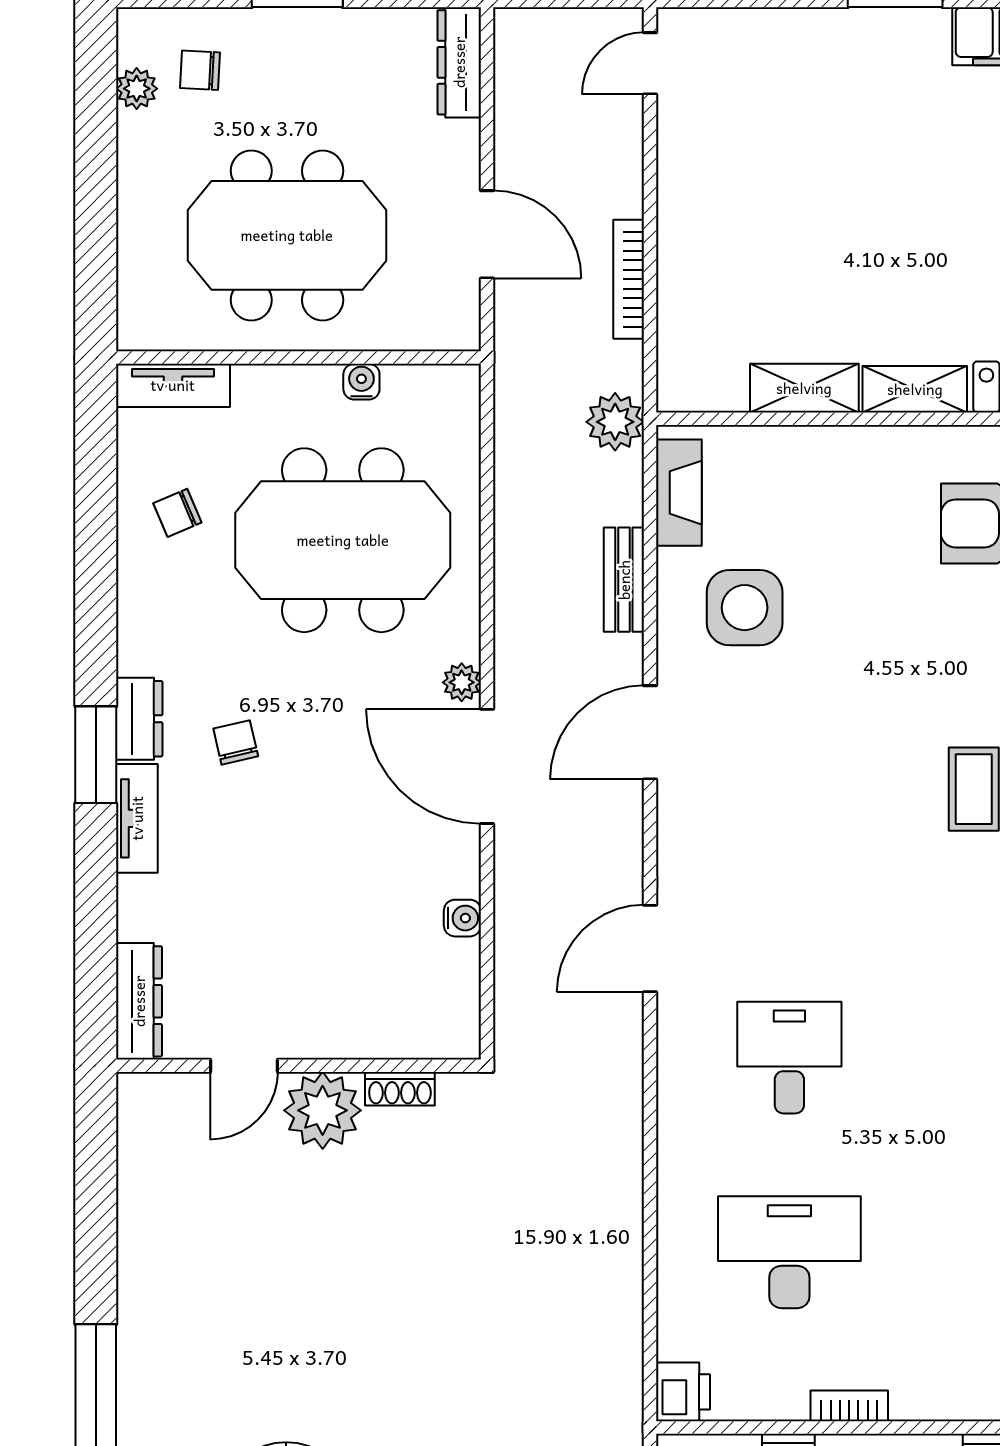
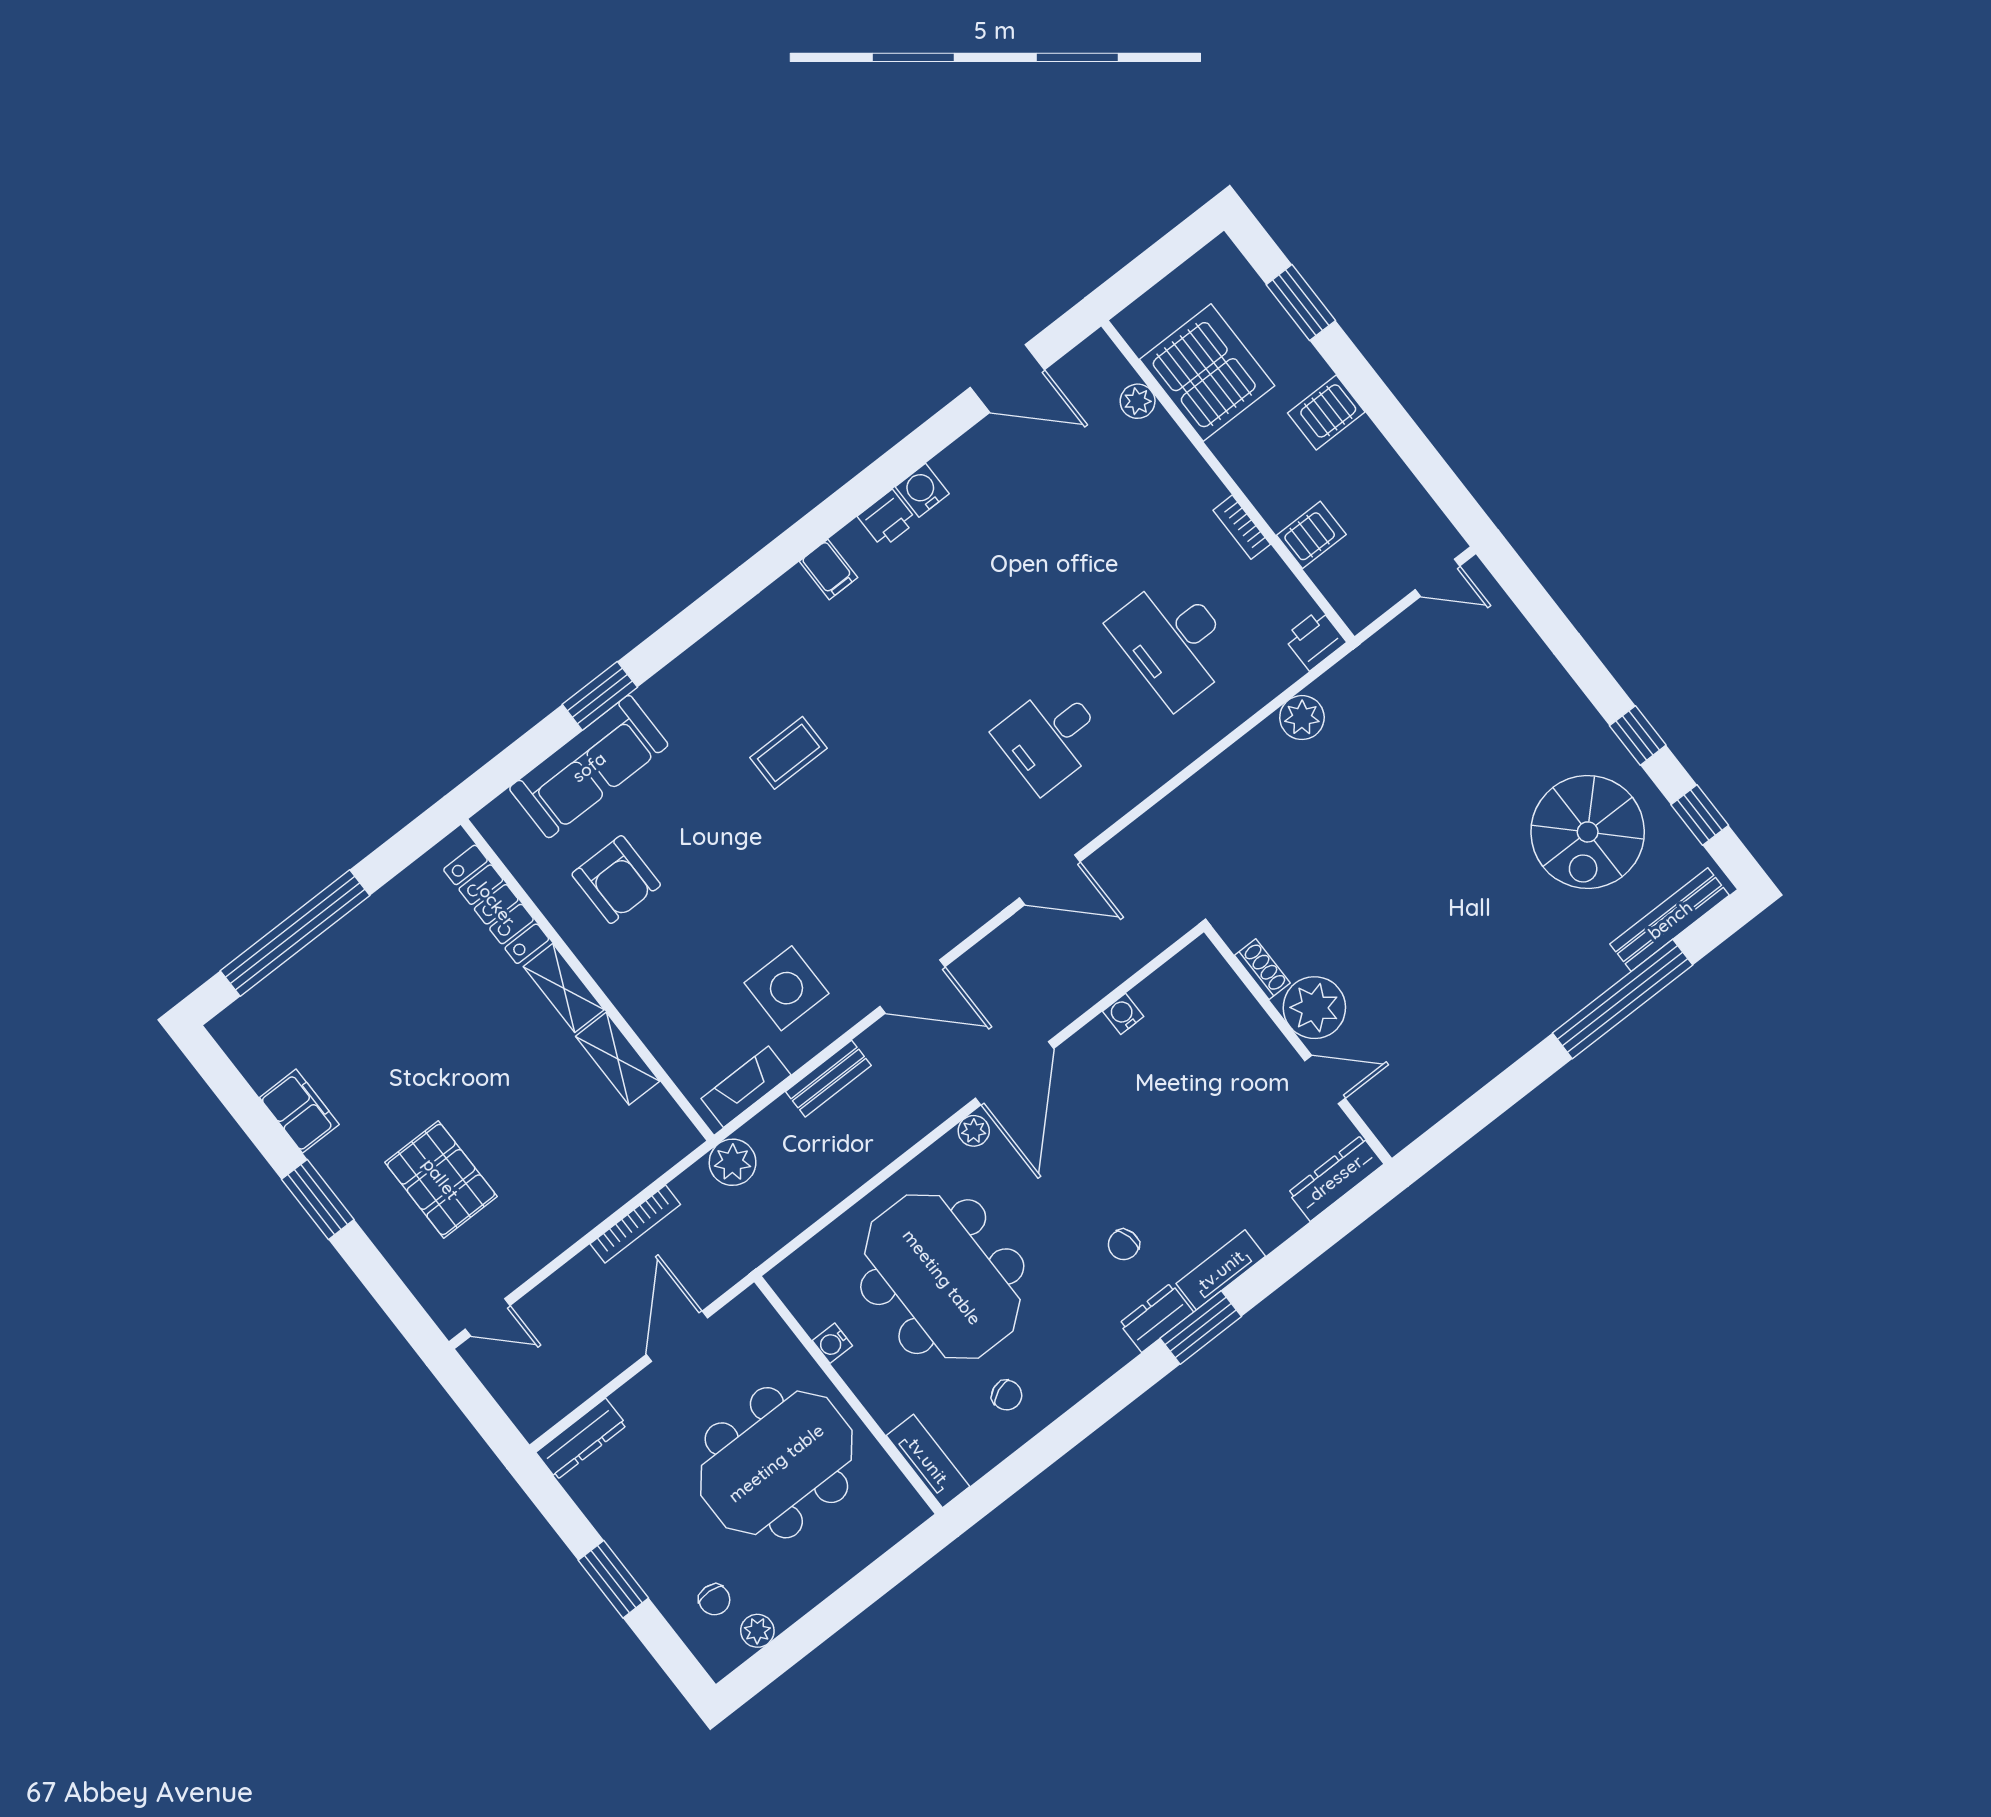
pallet: (821, 123) -> (441, 1179), added
meeting table: (287, 235) -> (776, 1463), turned 90
plant: (616, 1320) -> (1302, 718), added

